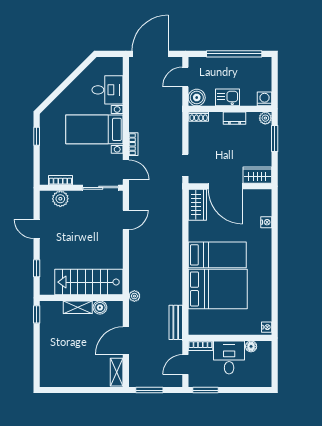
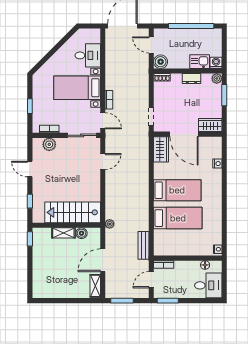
door: (185, 77) -> (151, 45), hinge flipped
kitchen sink: (228, 97) -> (200, 62), moved
window: (37, 136) -> (30, 106), moved
bed: (218, 289) -> (178, 218), width x0.67
desk: (229, 357) -> (208, 285), moved, turned 90

